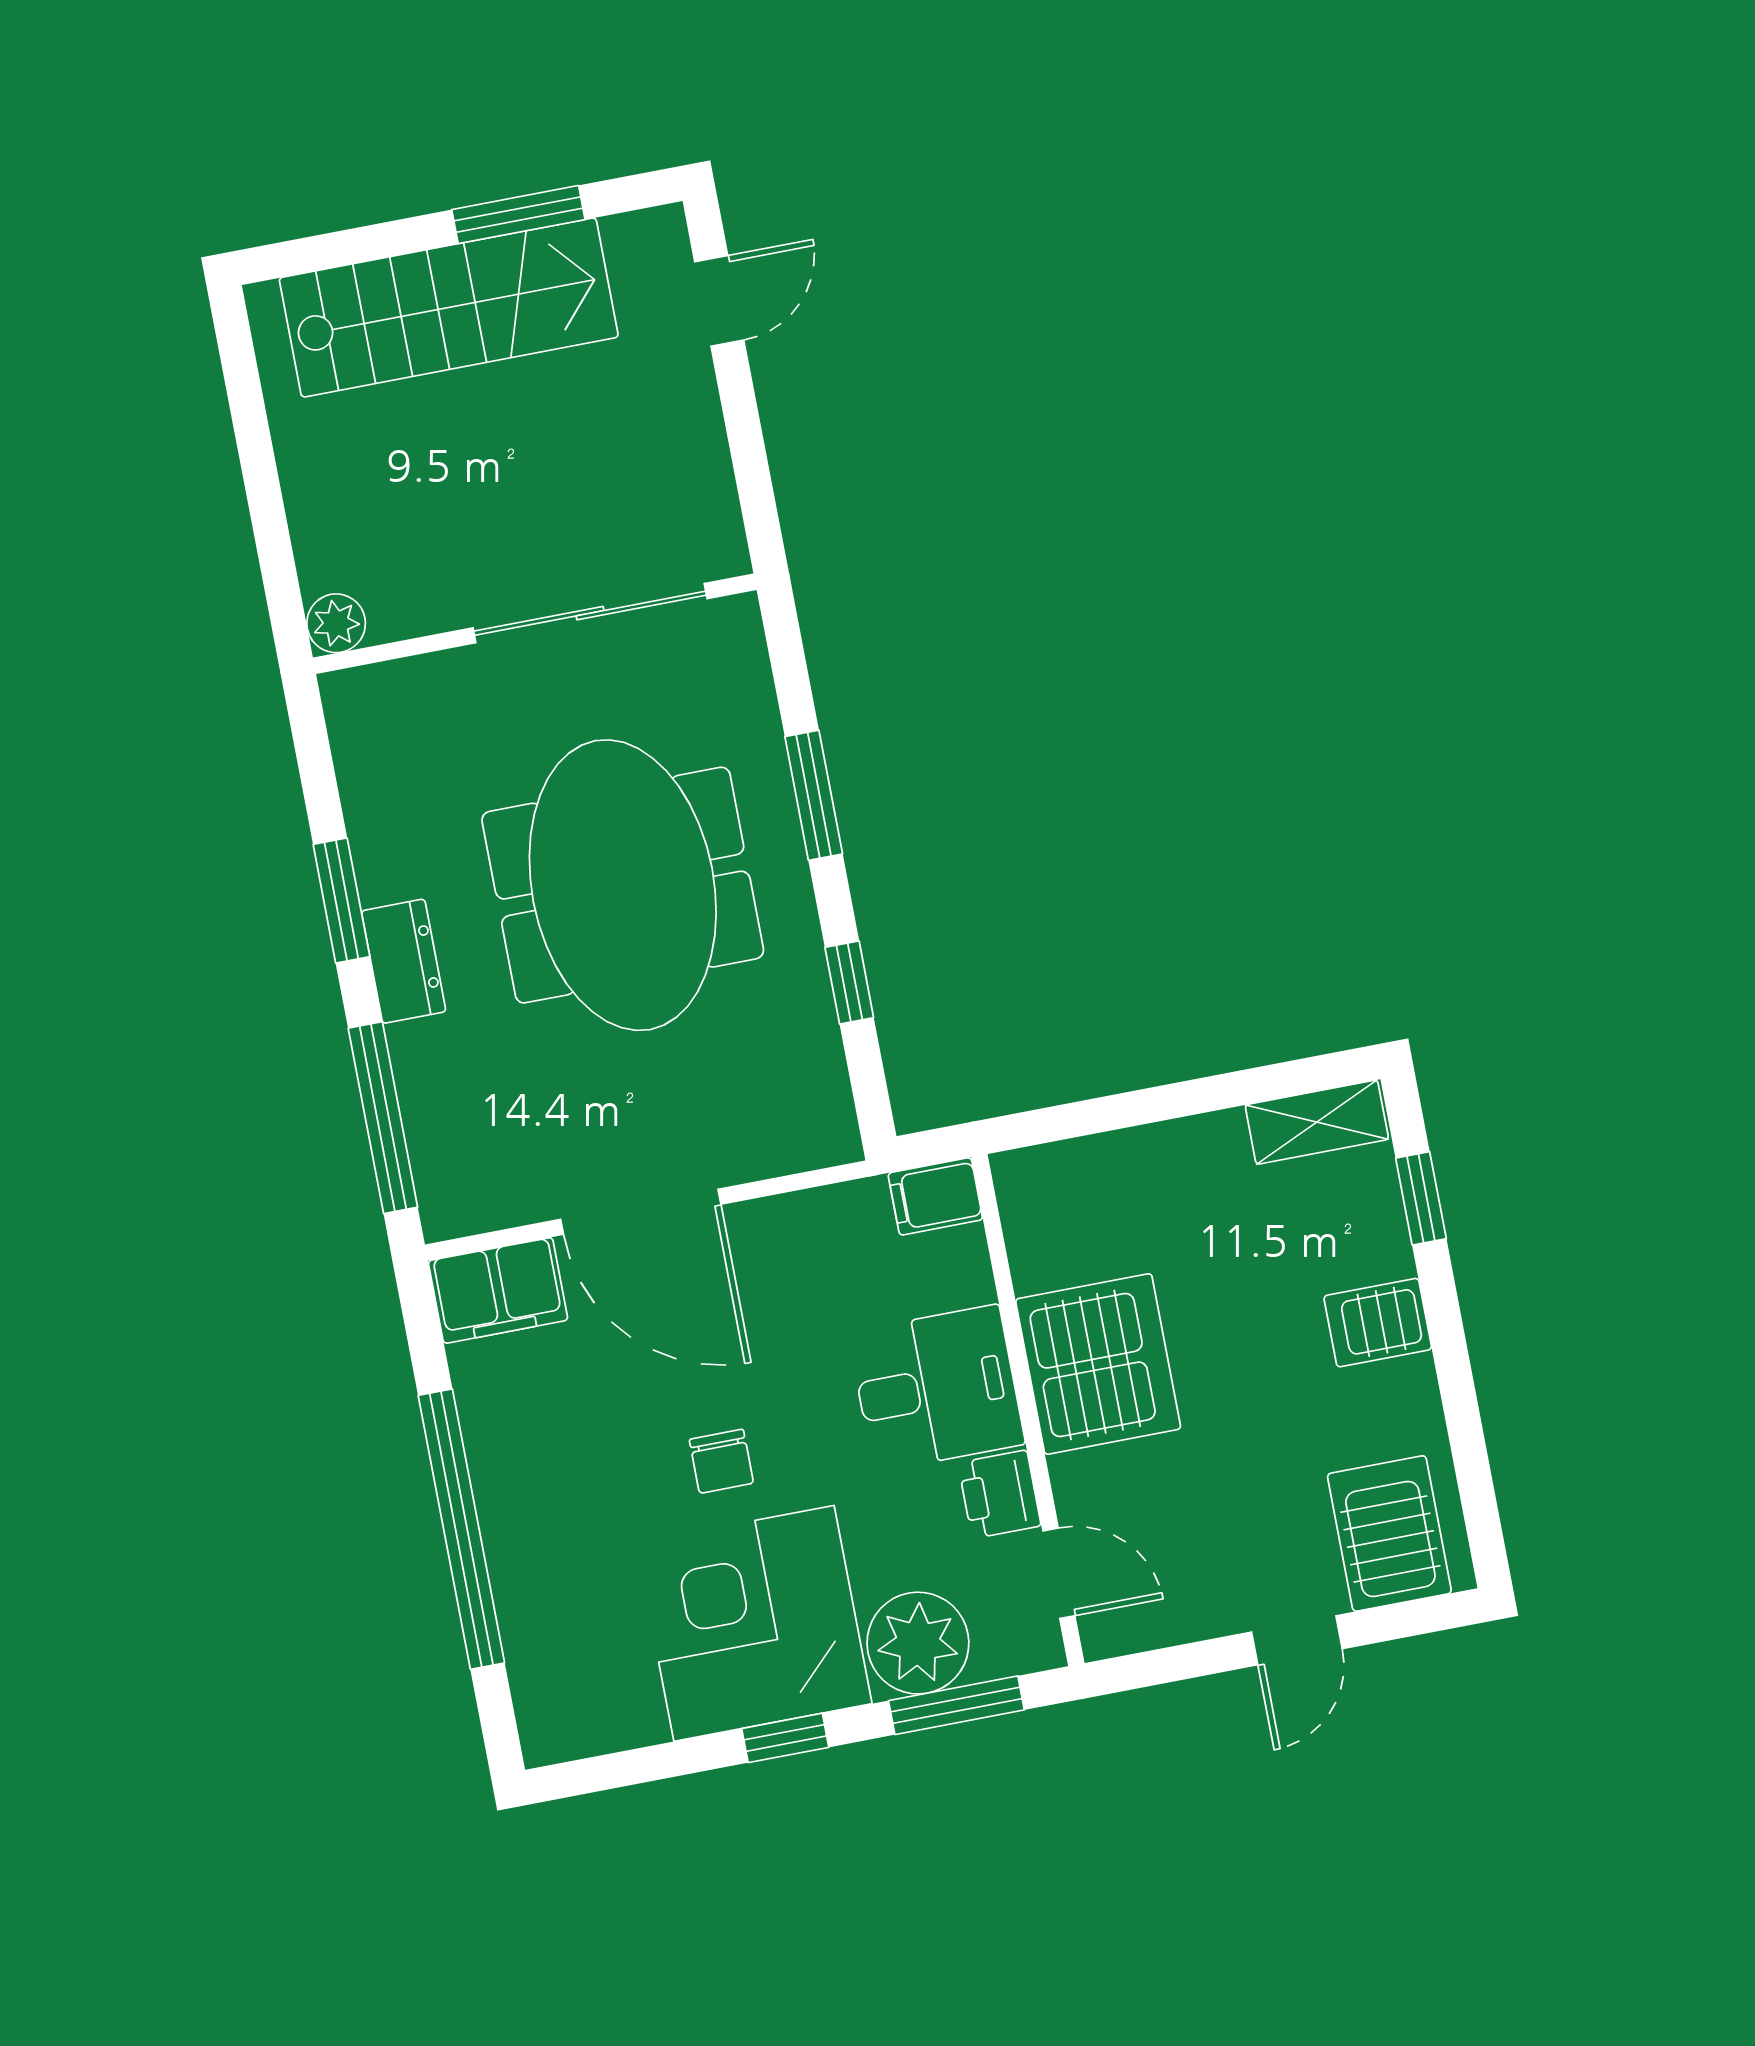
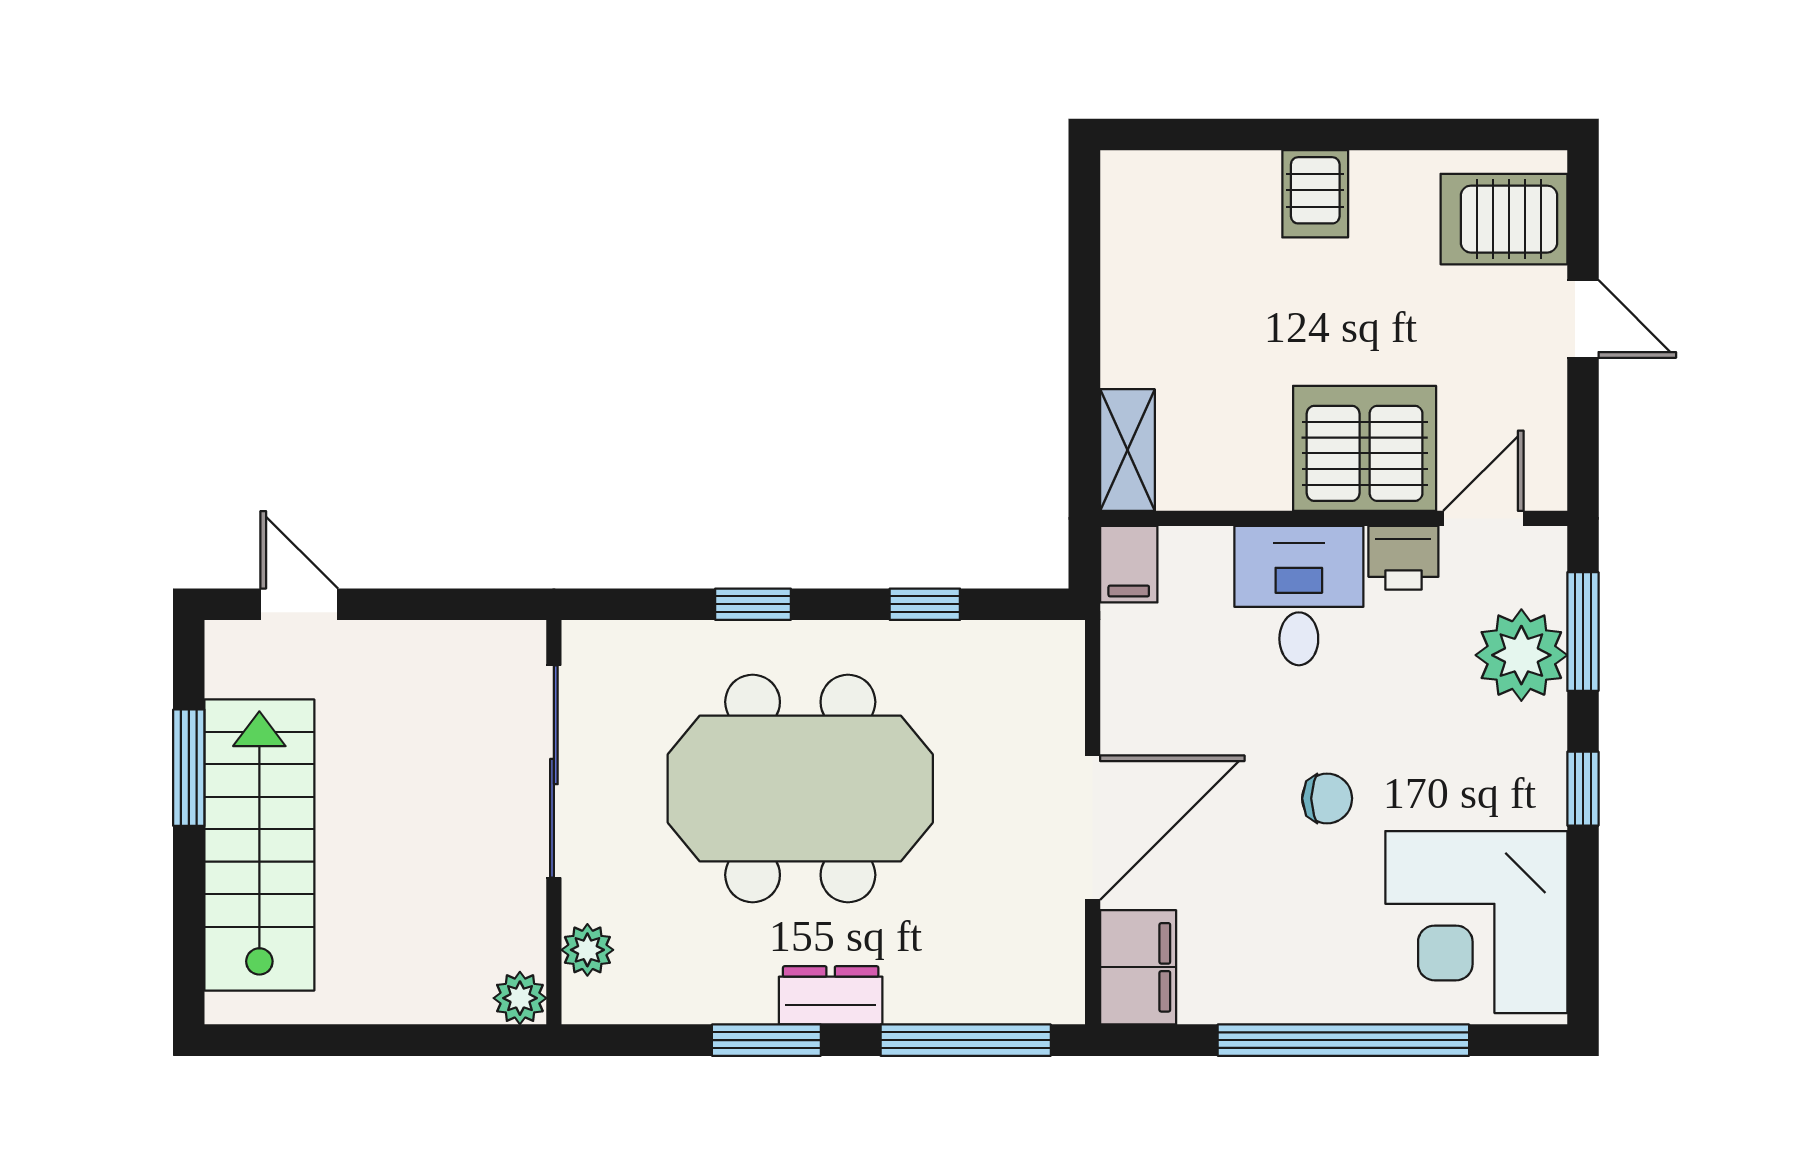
plant: (403, 687) -> (587, 950), added
window: (814, 795) -> (753, 604), width x0.67
shelving: (1317, 1122) -> (1127, 450), moved
window: (1421, 1198) -> (1212, 135), removed
server rack: (1098, 1364) -> (1365, 448), moved
corner desk: (754, 1623) -> (1476, 922), moved

